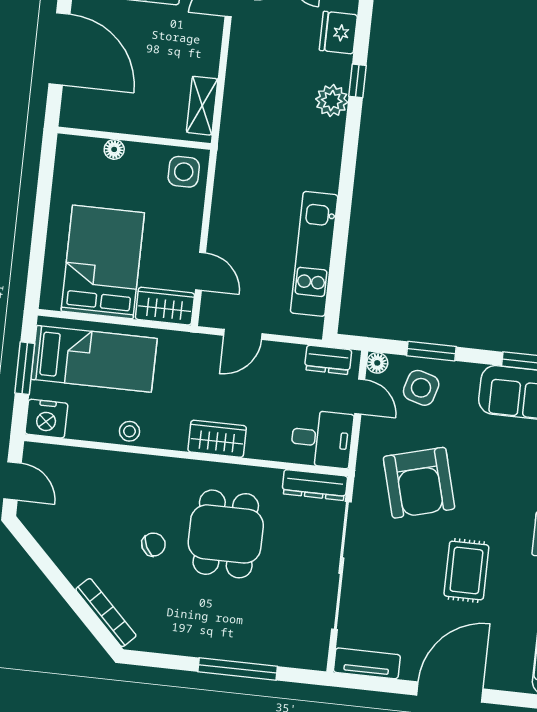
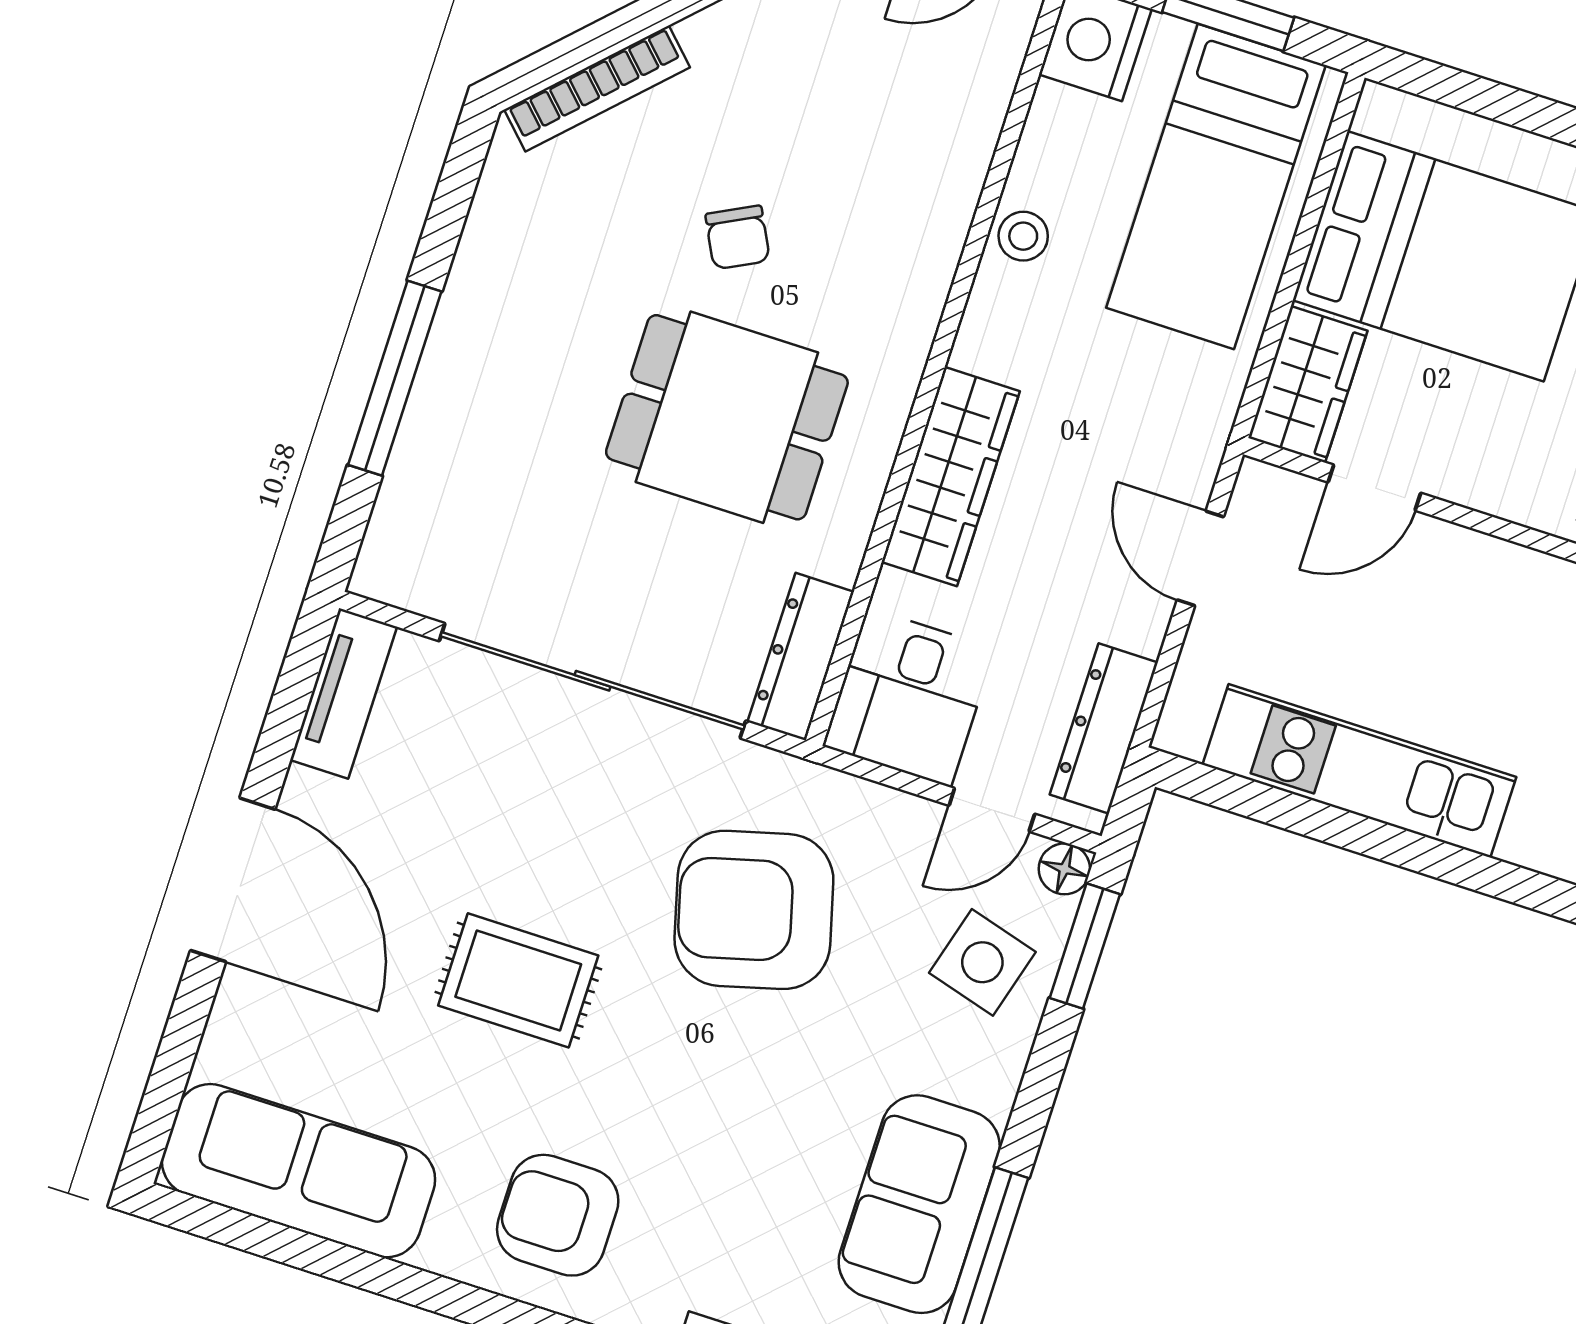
window: (431, 351) -> (1085, 946), moved
dresser: (328, 360) -> (1104, 728), width x1.44
wardrobe: (217, 439) -> (951, 477), width x1.50

